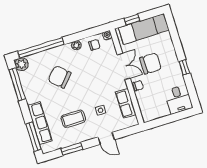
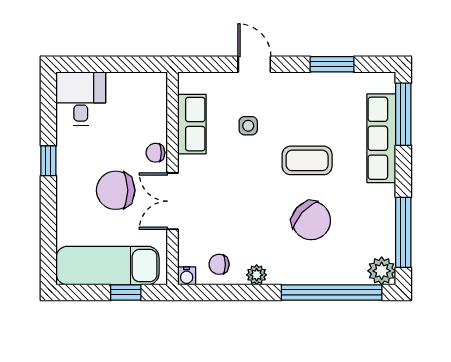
coffee table: (73, 119) -> (307, 160), moved

